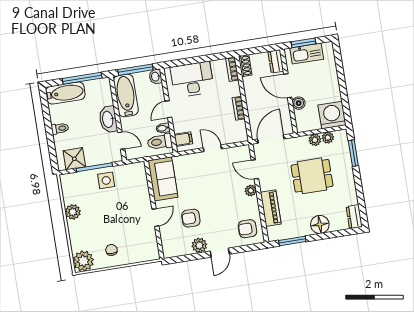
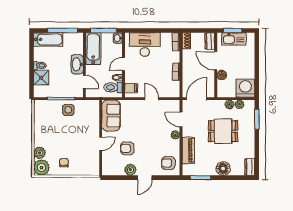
shower: (74, 159) -> (41, 78), moved
plant: (73, 212) -> (39, 153), moved

